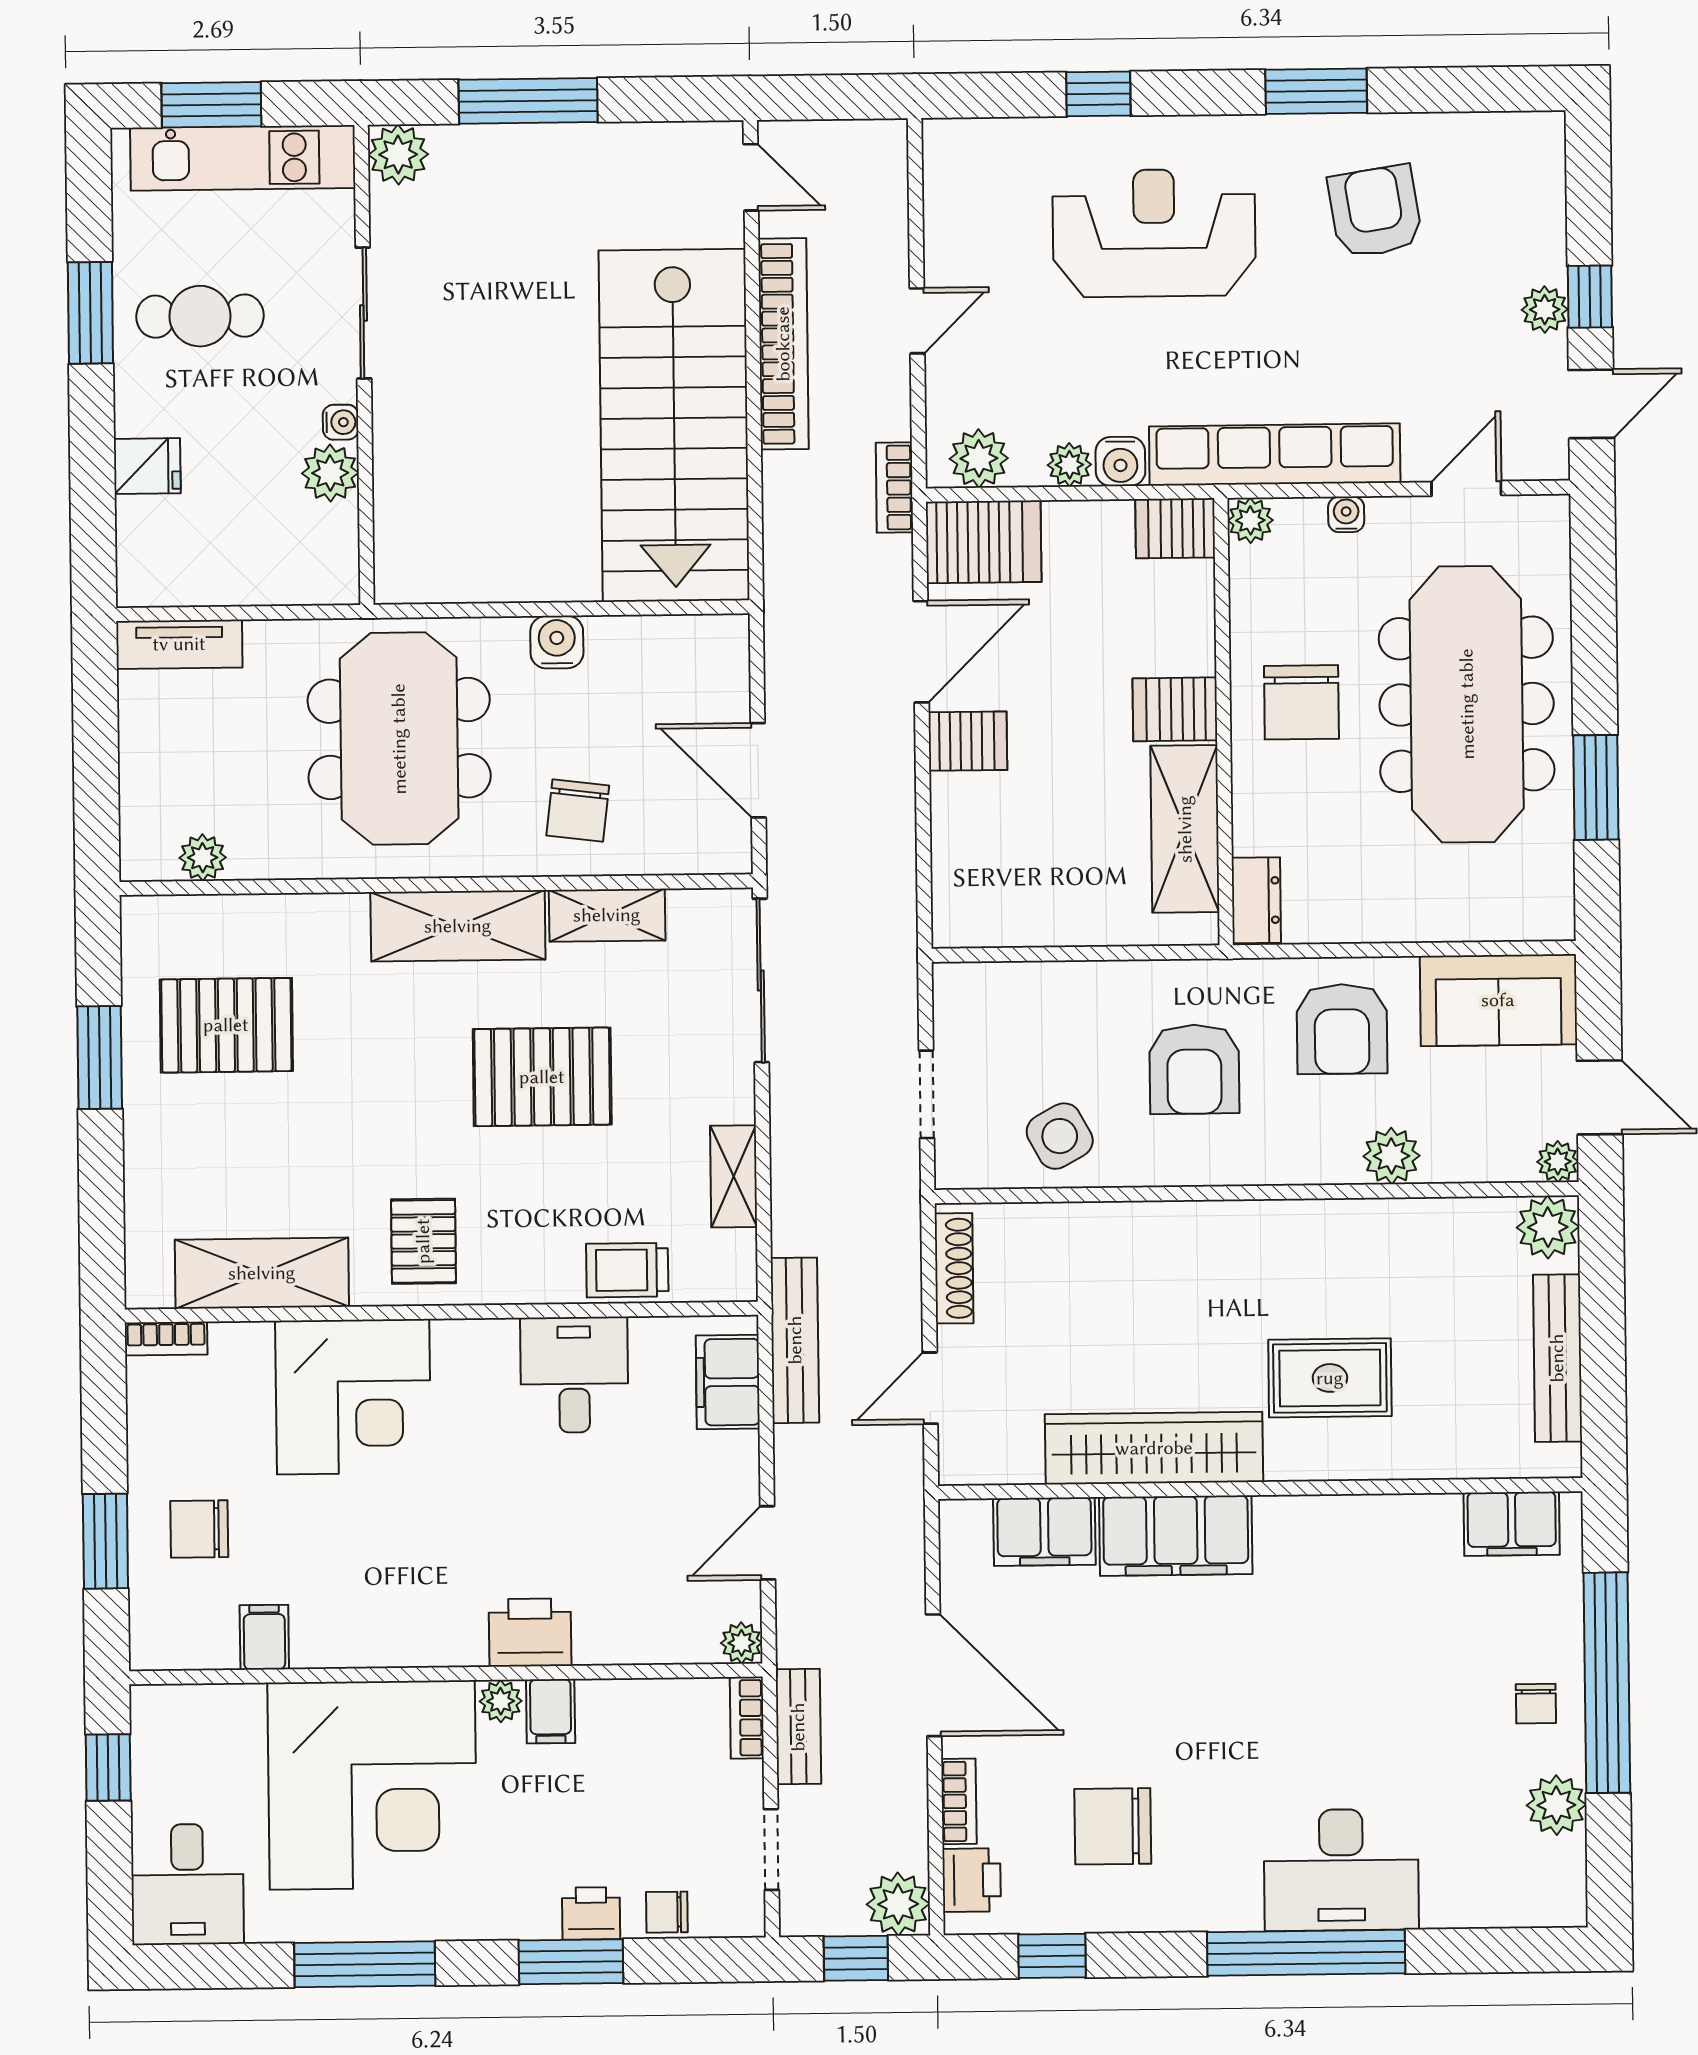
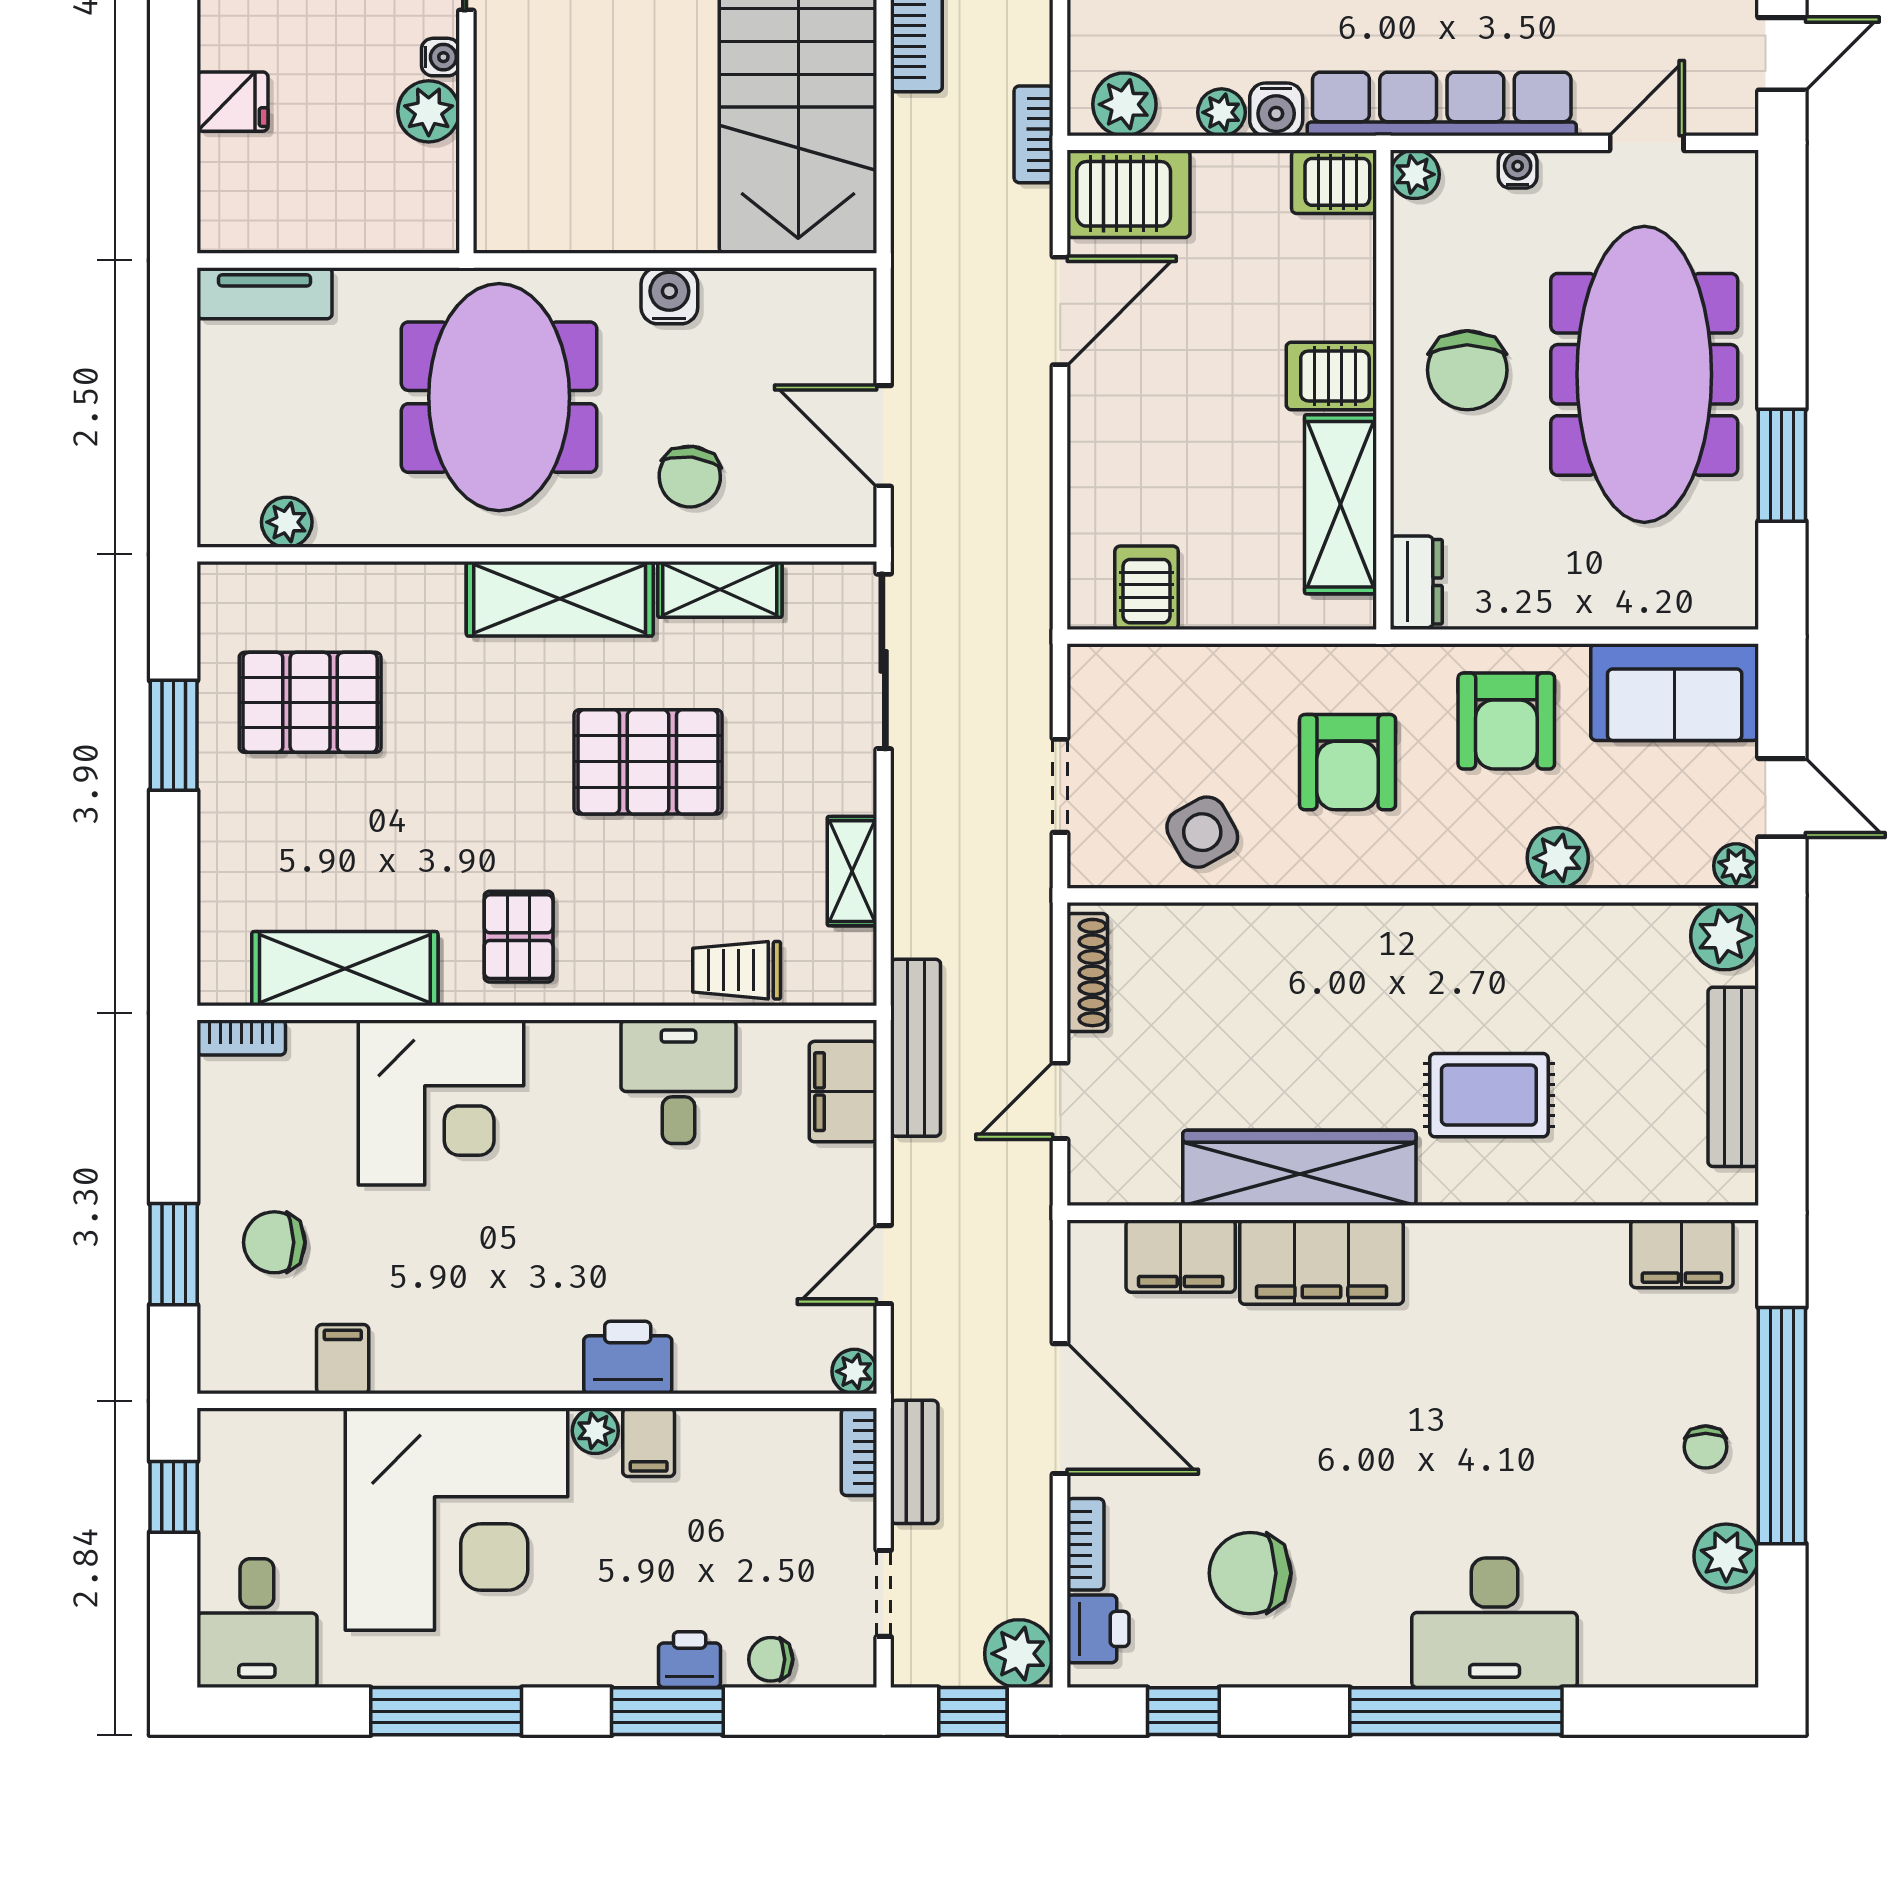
server rack: (968, 741) -> (1147, 588), moved, turned -90

